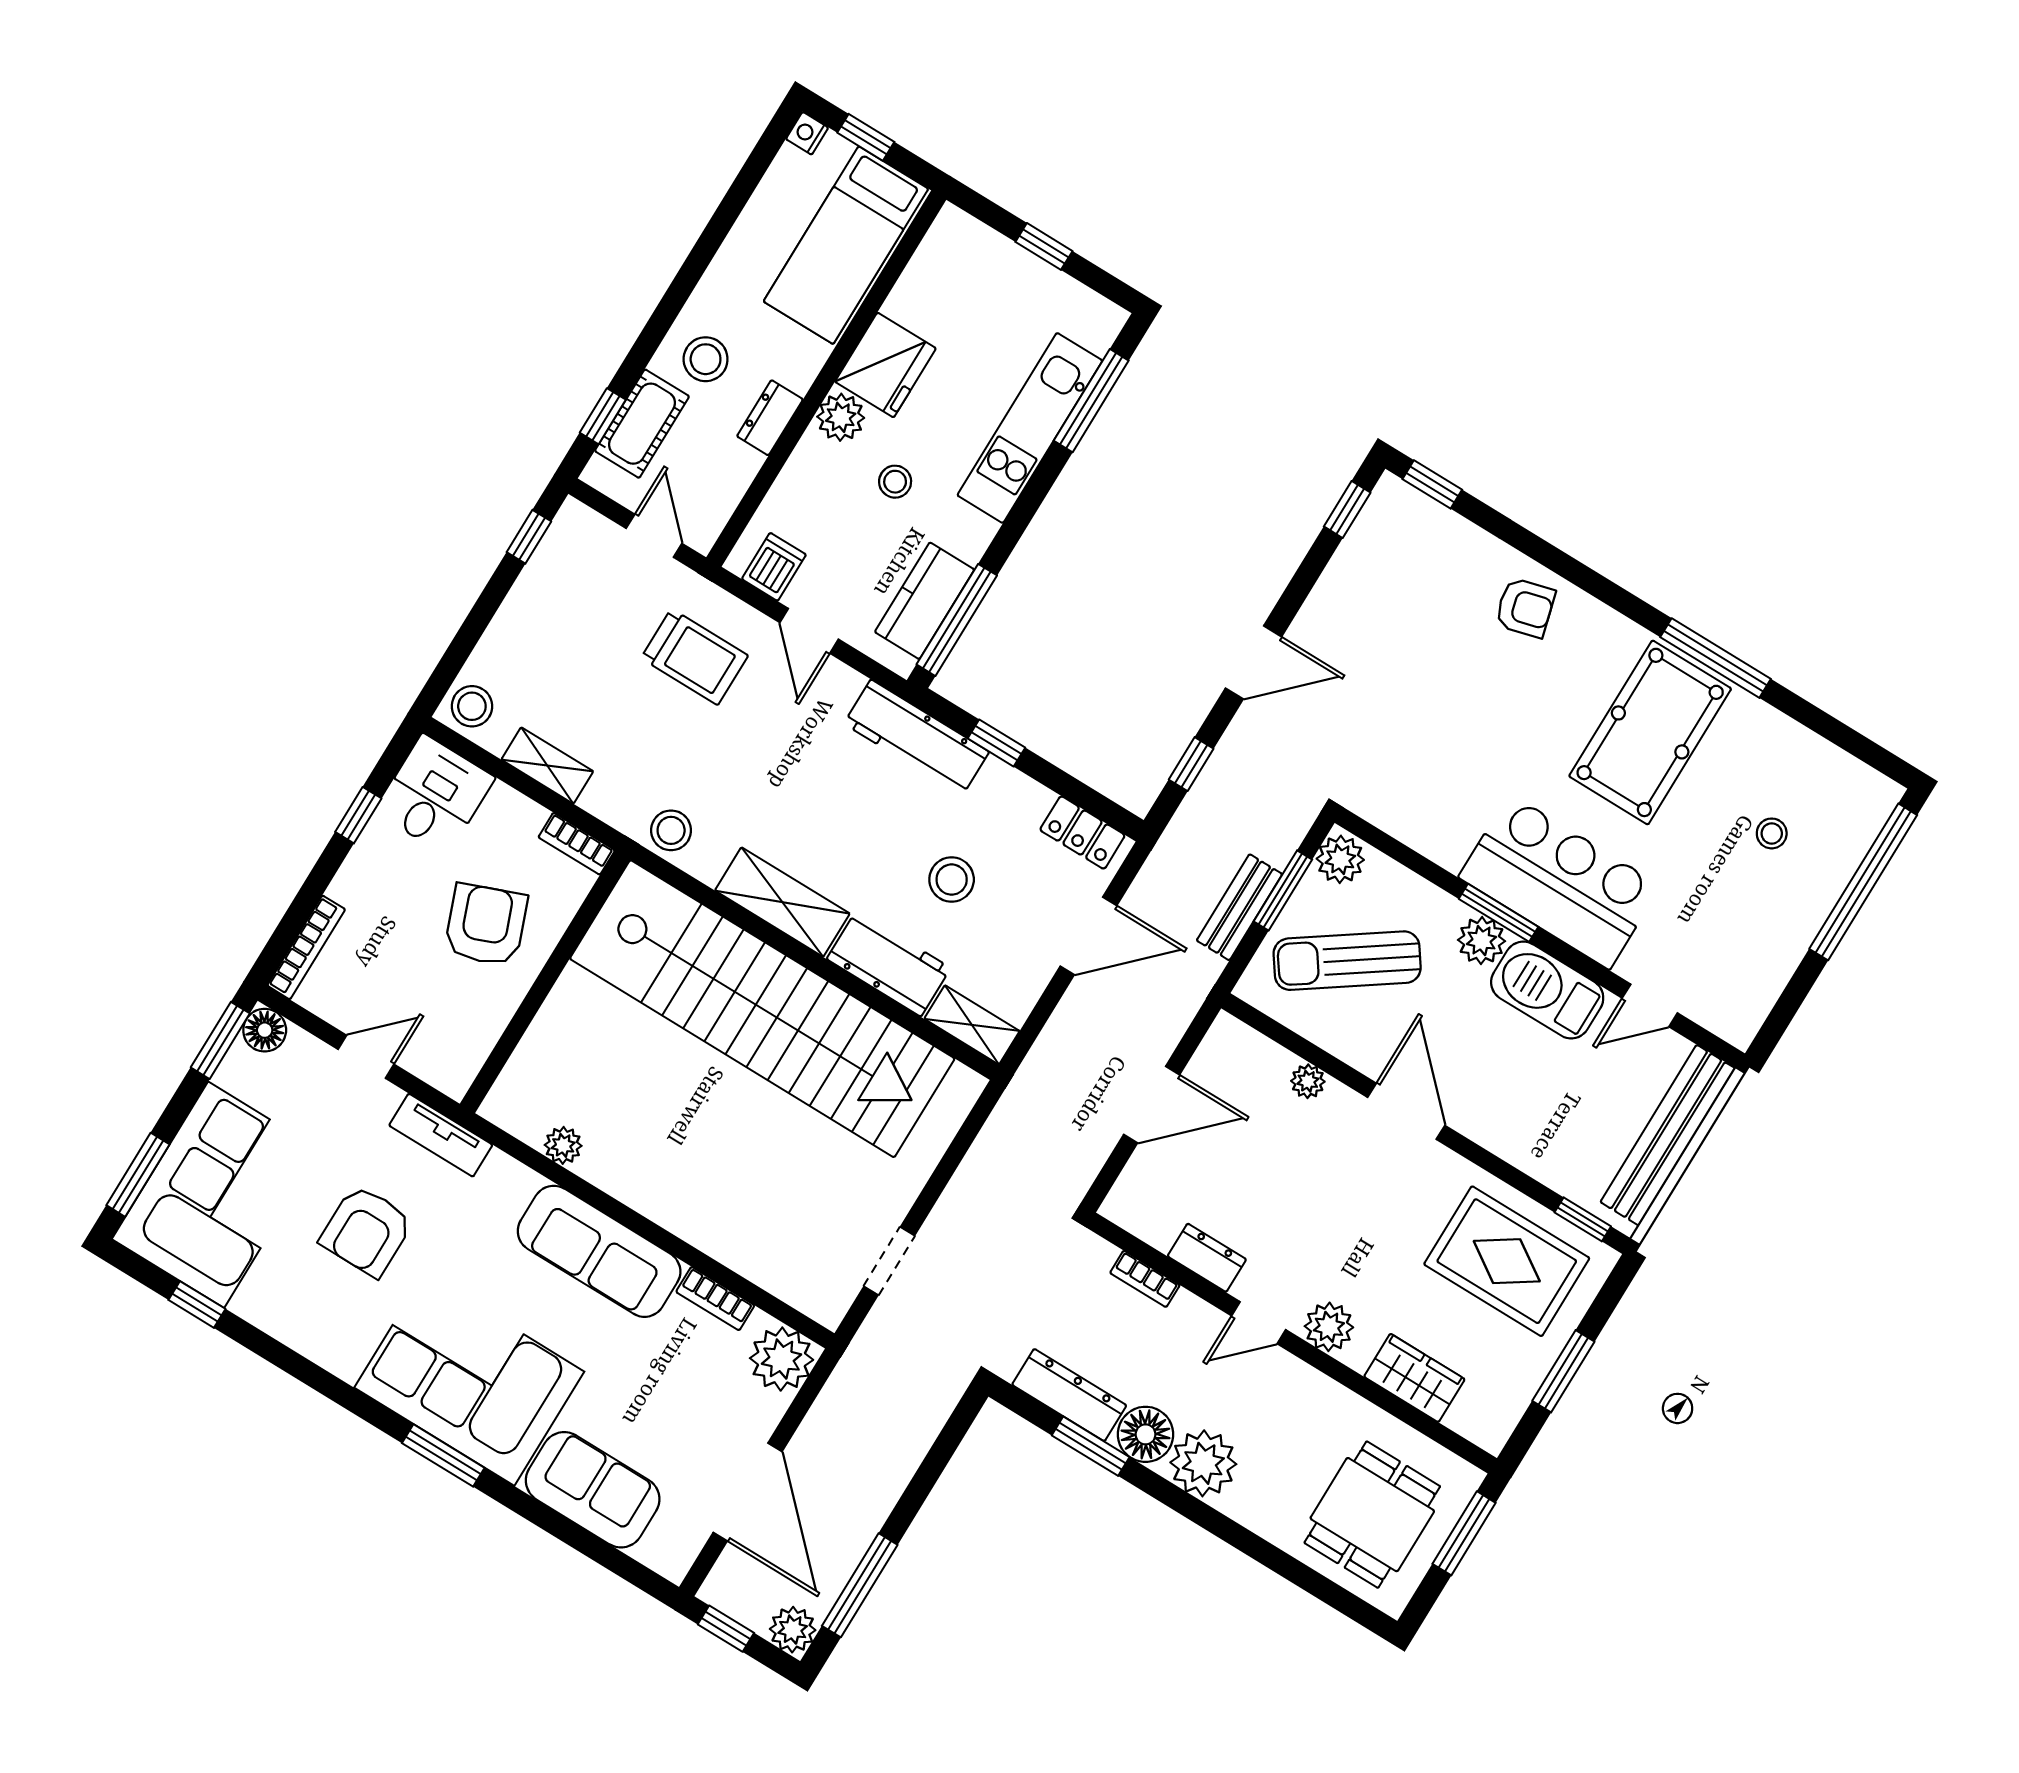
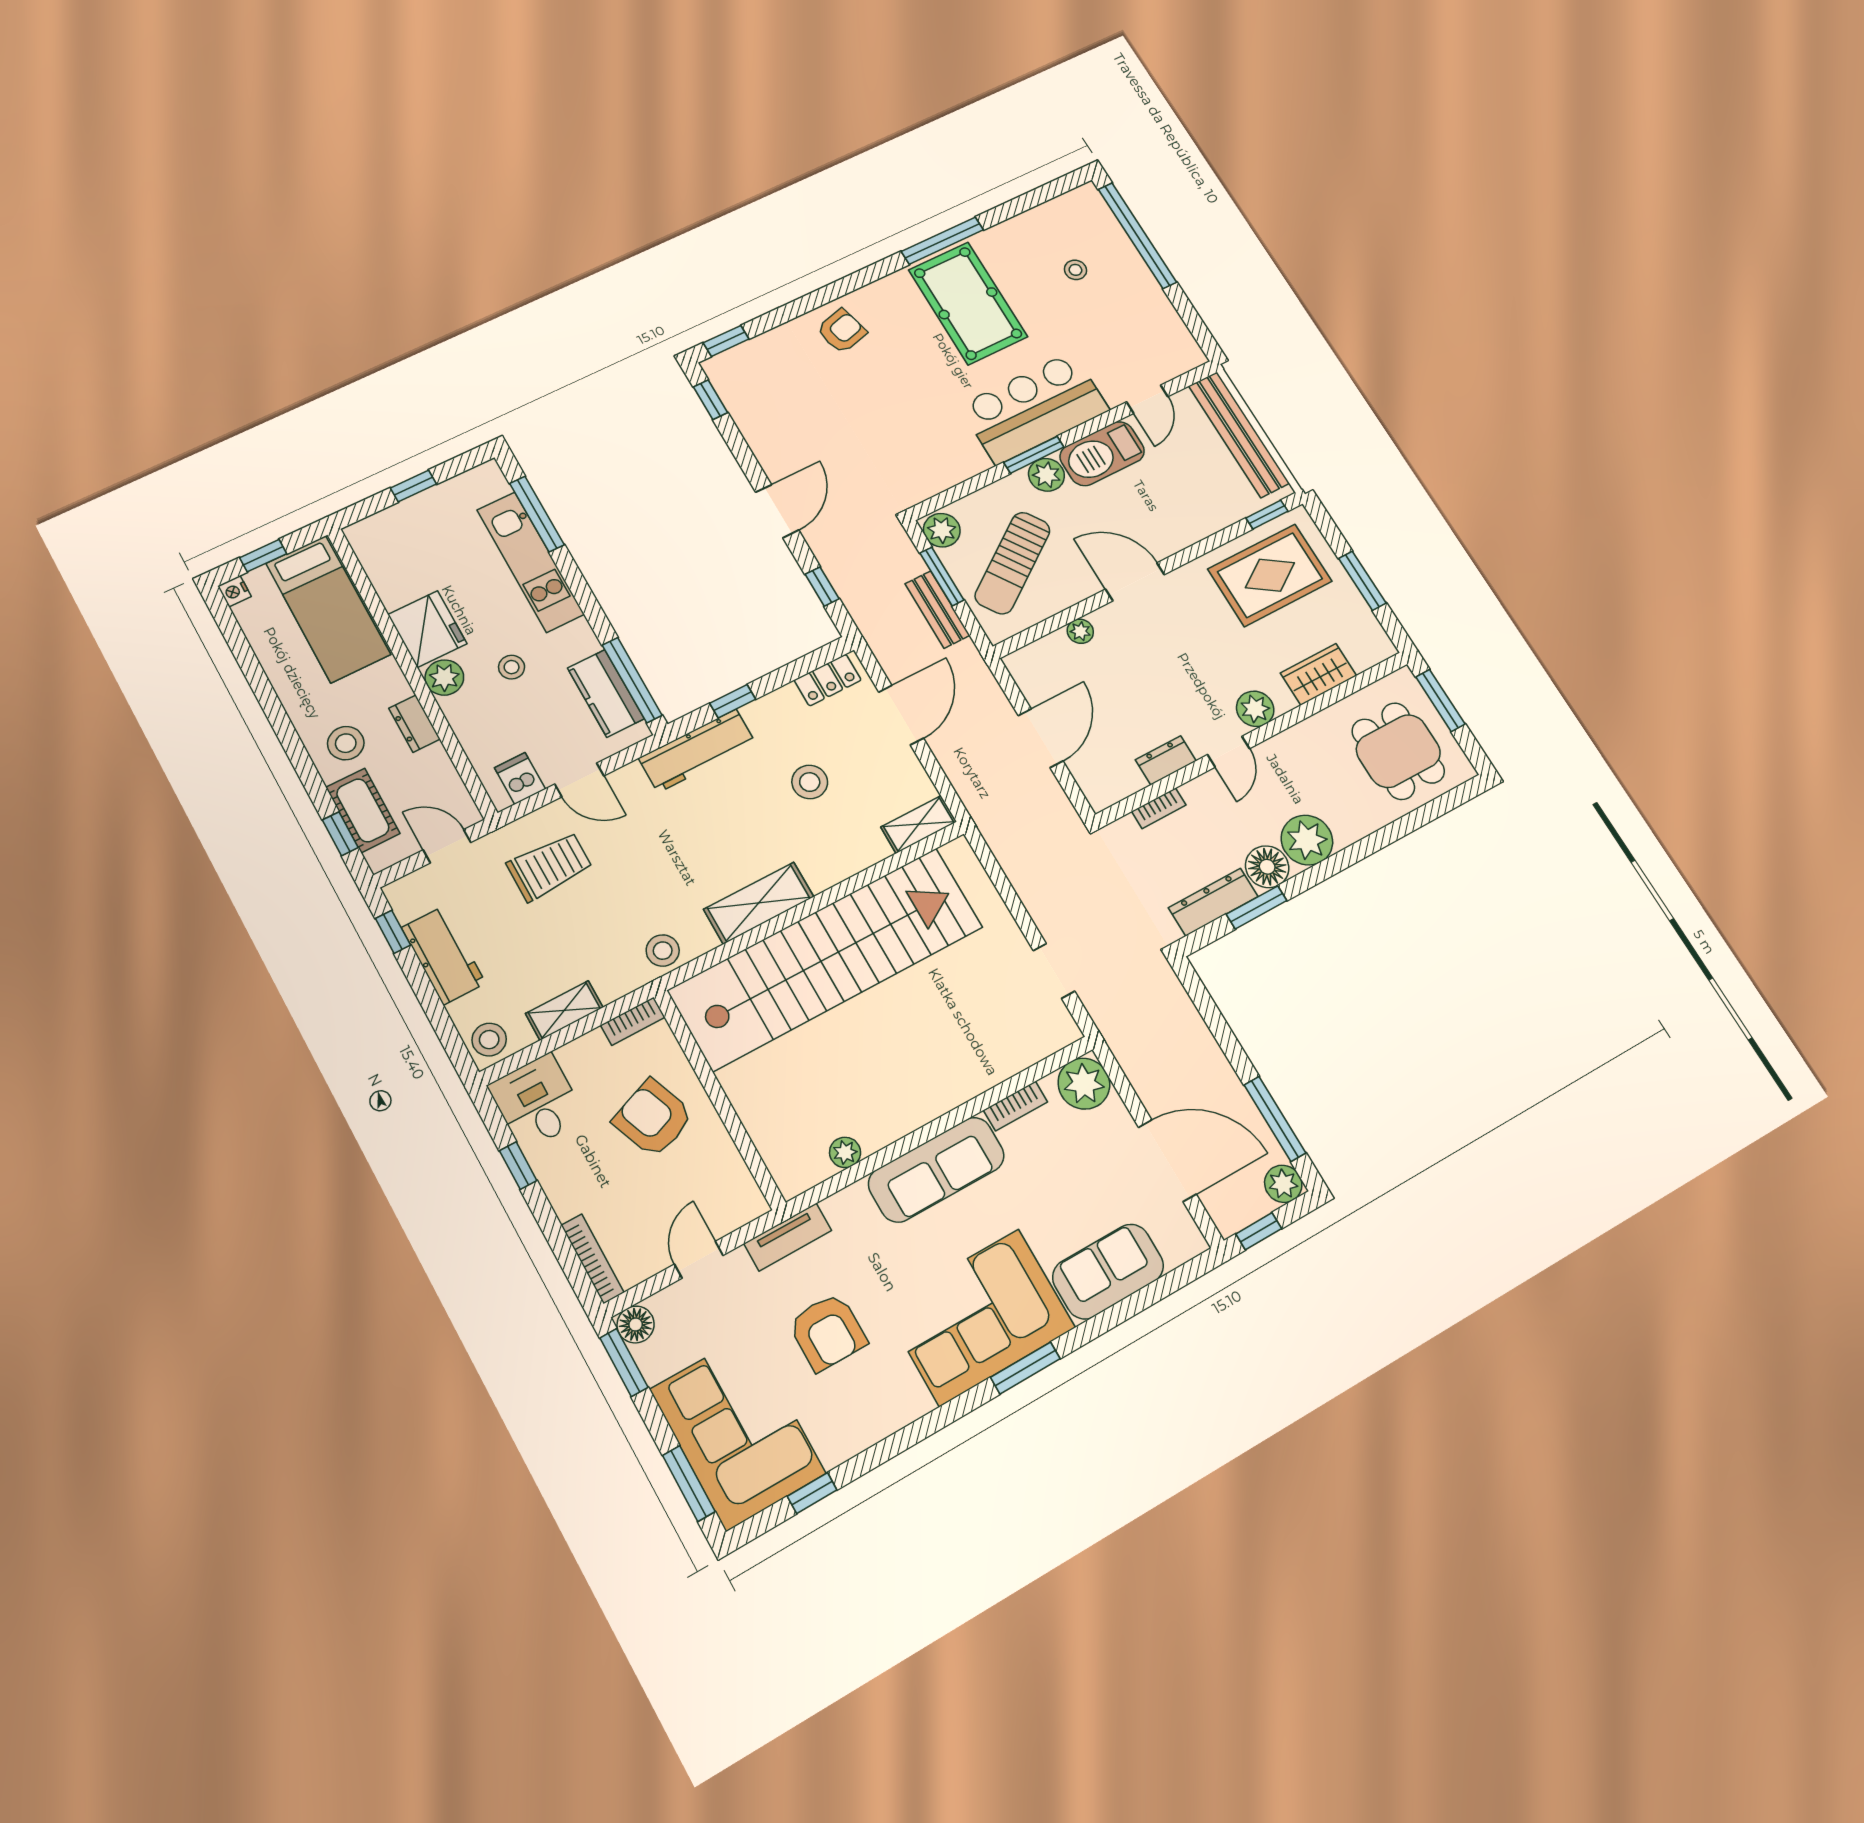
workbench: (889, 963) -> (443, 955), moved, turned 90

